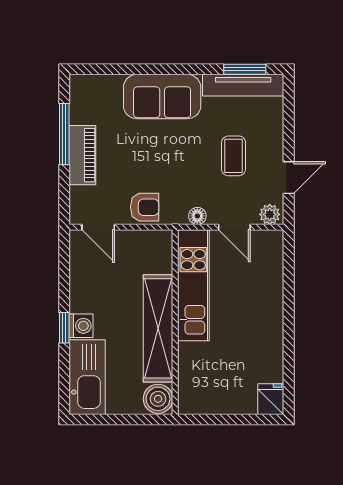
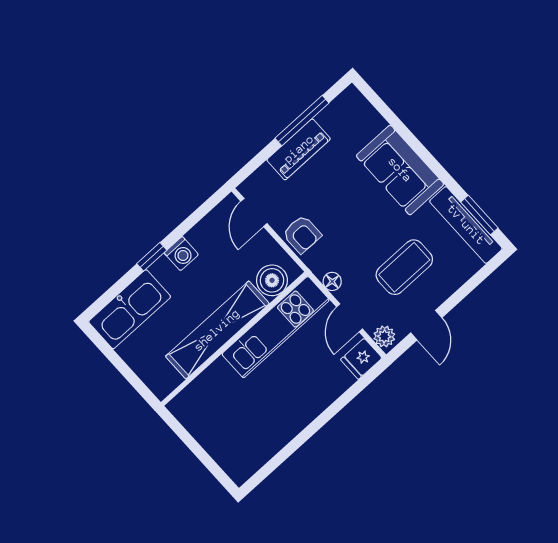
coffee table: (234, 156) -> (404, 267), width x1.36, depth x1.30
door: (289, 178) -> (426, 325), hinge flipped
washing machine: (81, 326) -> (181, 254), moved
boiler: (158, 399) -> (272, 280), moved
fridge: (271, 399) -> (361, 359), moved, turned 180

